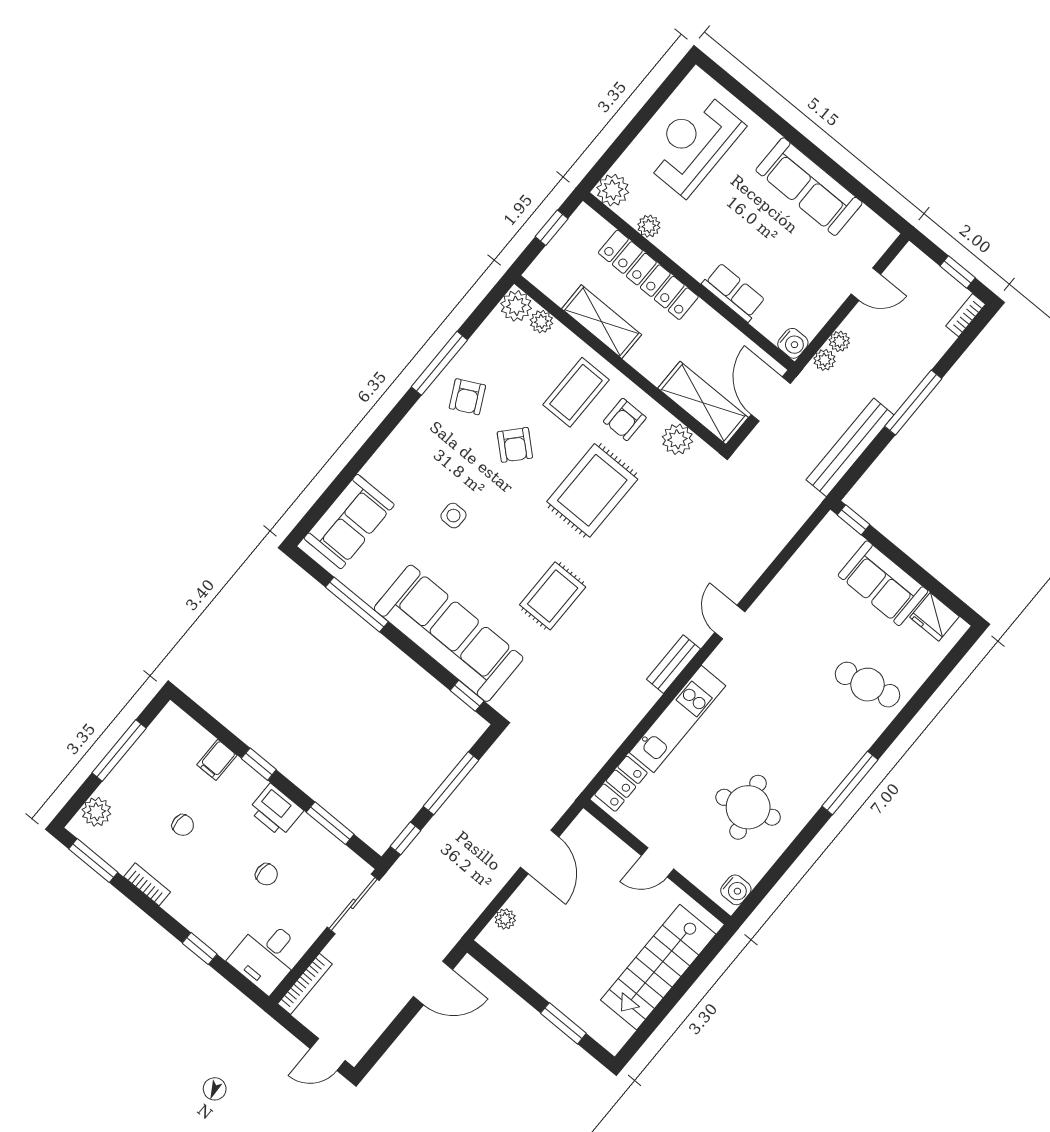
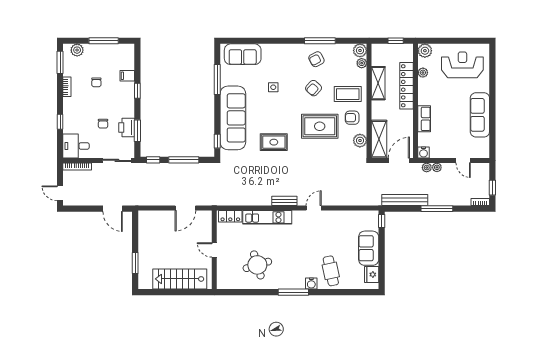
printer: (276, 810) -> (127, 128), moved
water cooler: (736, 890) -> (311, 284), moved
plant: (505, 919) -> (154, 215), removed

